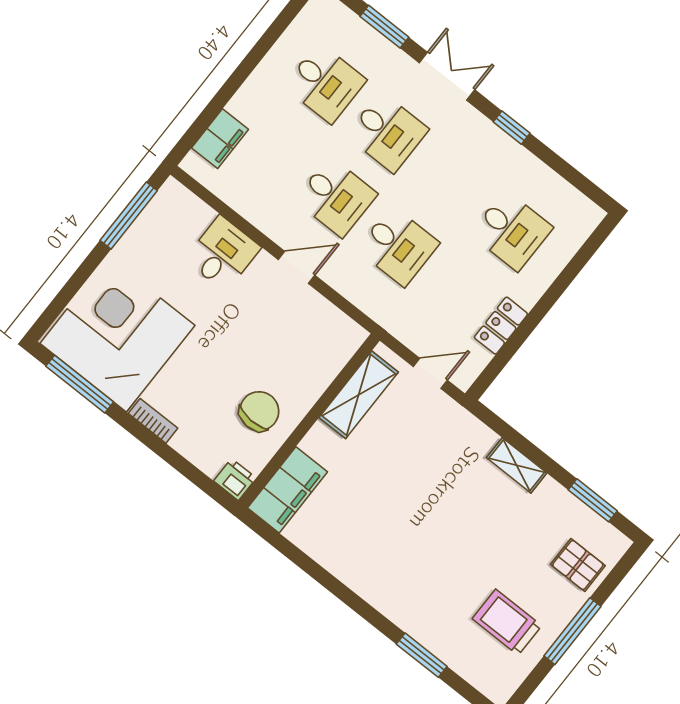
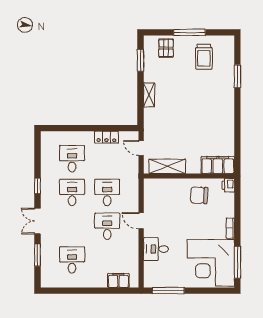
desk: (387, 132) -> (72, 192), moved

